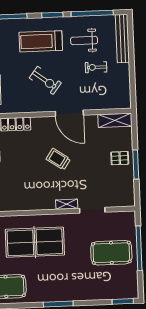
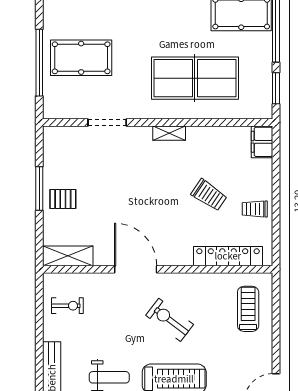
exercise bike: (96, 67) -> (67, 306), moved
trolley: (58, 159) -> (209, 195), moved
shelving: (67, 204) -> (169, 133), moved

